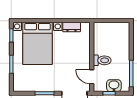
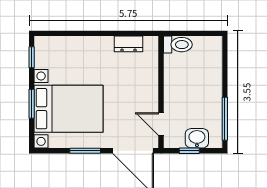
bed with nightstands: (37, 43) -> (68, 109), moved, turned -90
toilet: (102, 60) -> (178, 45), moved

